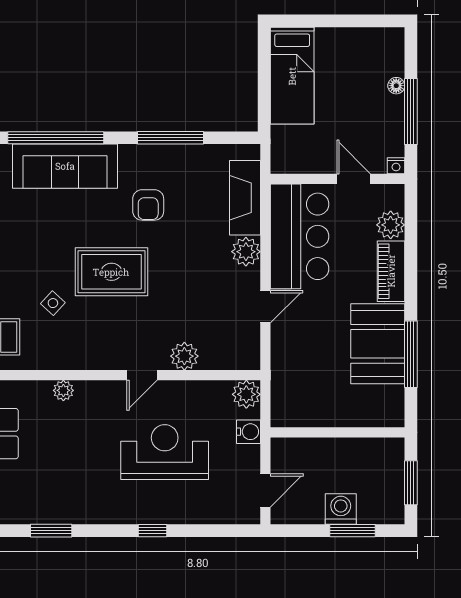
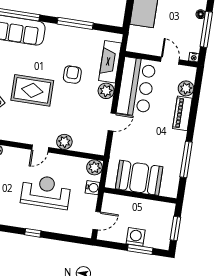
armchair: (148, 205) -> (72, 75), moved, turned 180
booth: (378, 344) -> (139, 178), moved, turned 90

